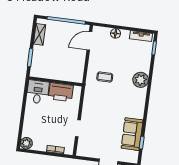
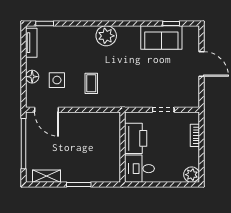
side table: (111, 52) -> (57, 80), added
plant: (141, 80) -> (106, 36), moved
wall: (56, 81) -> (122, 147), moved
desk: (38, 92) -> (139, 169), moved
printer: (61, 92) -> (136, 138), moved

